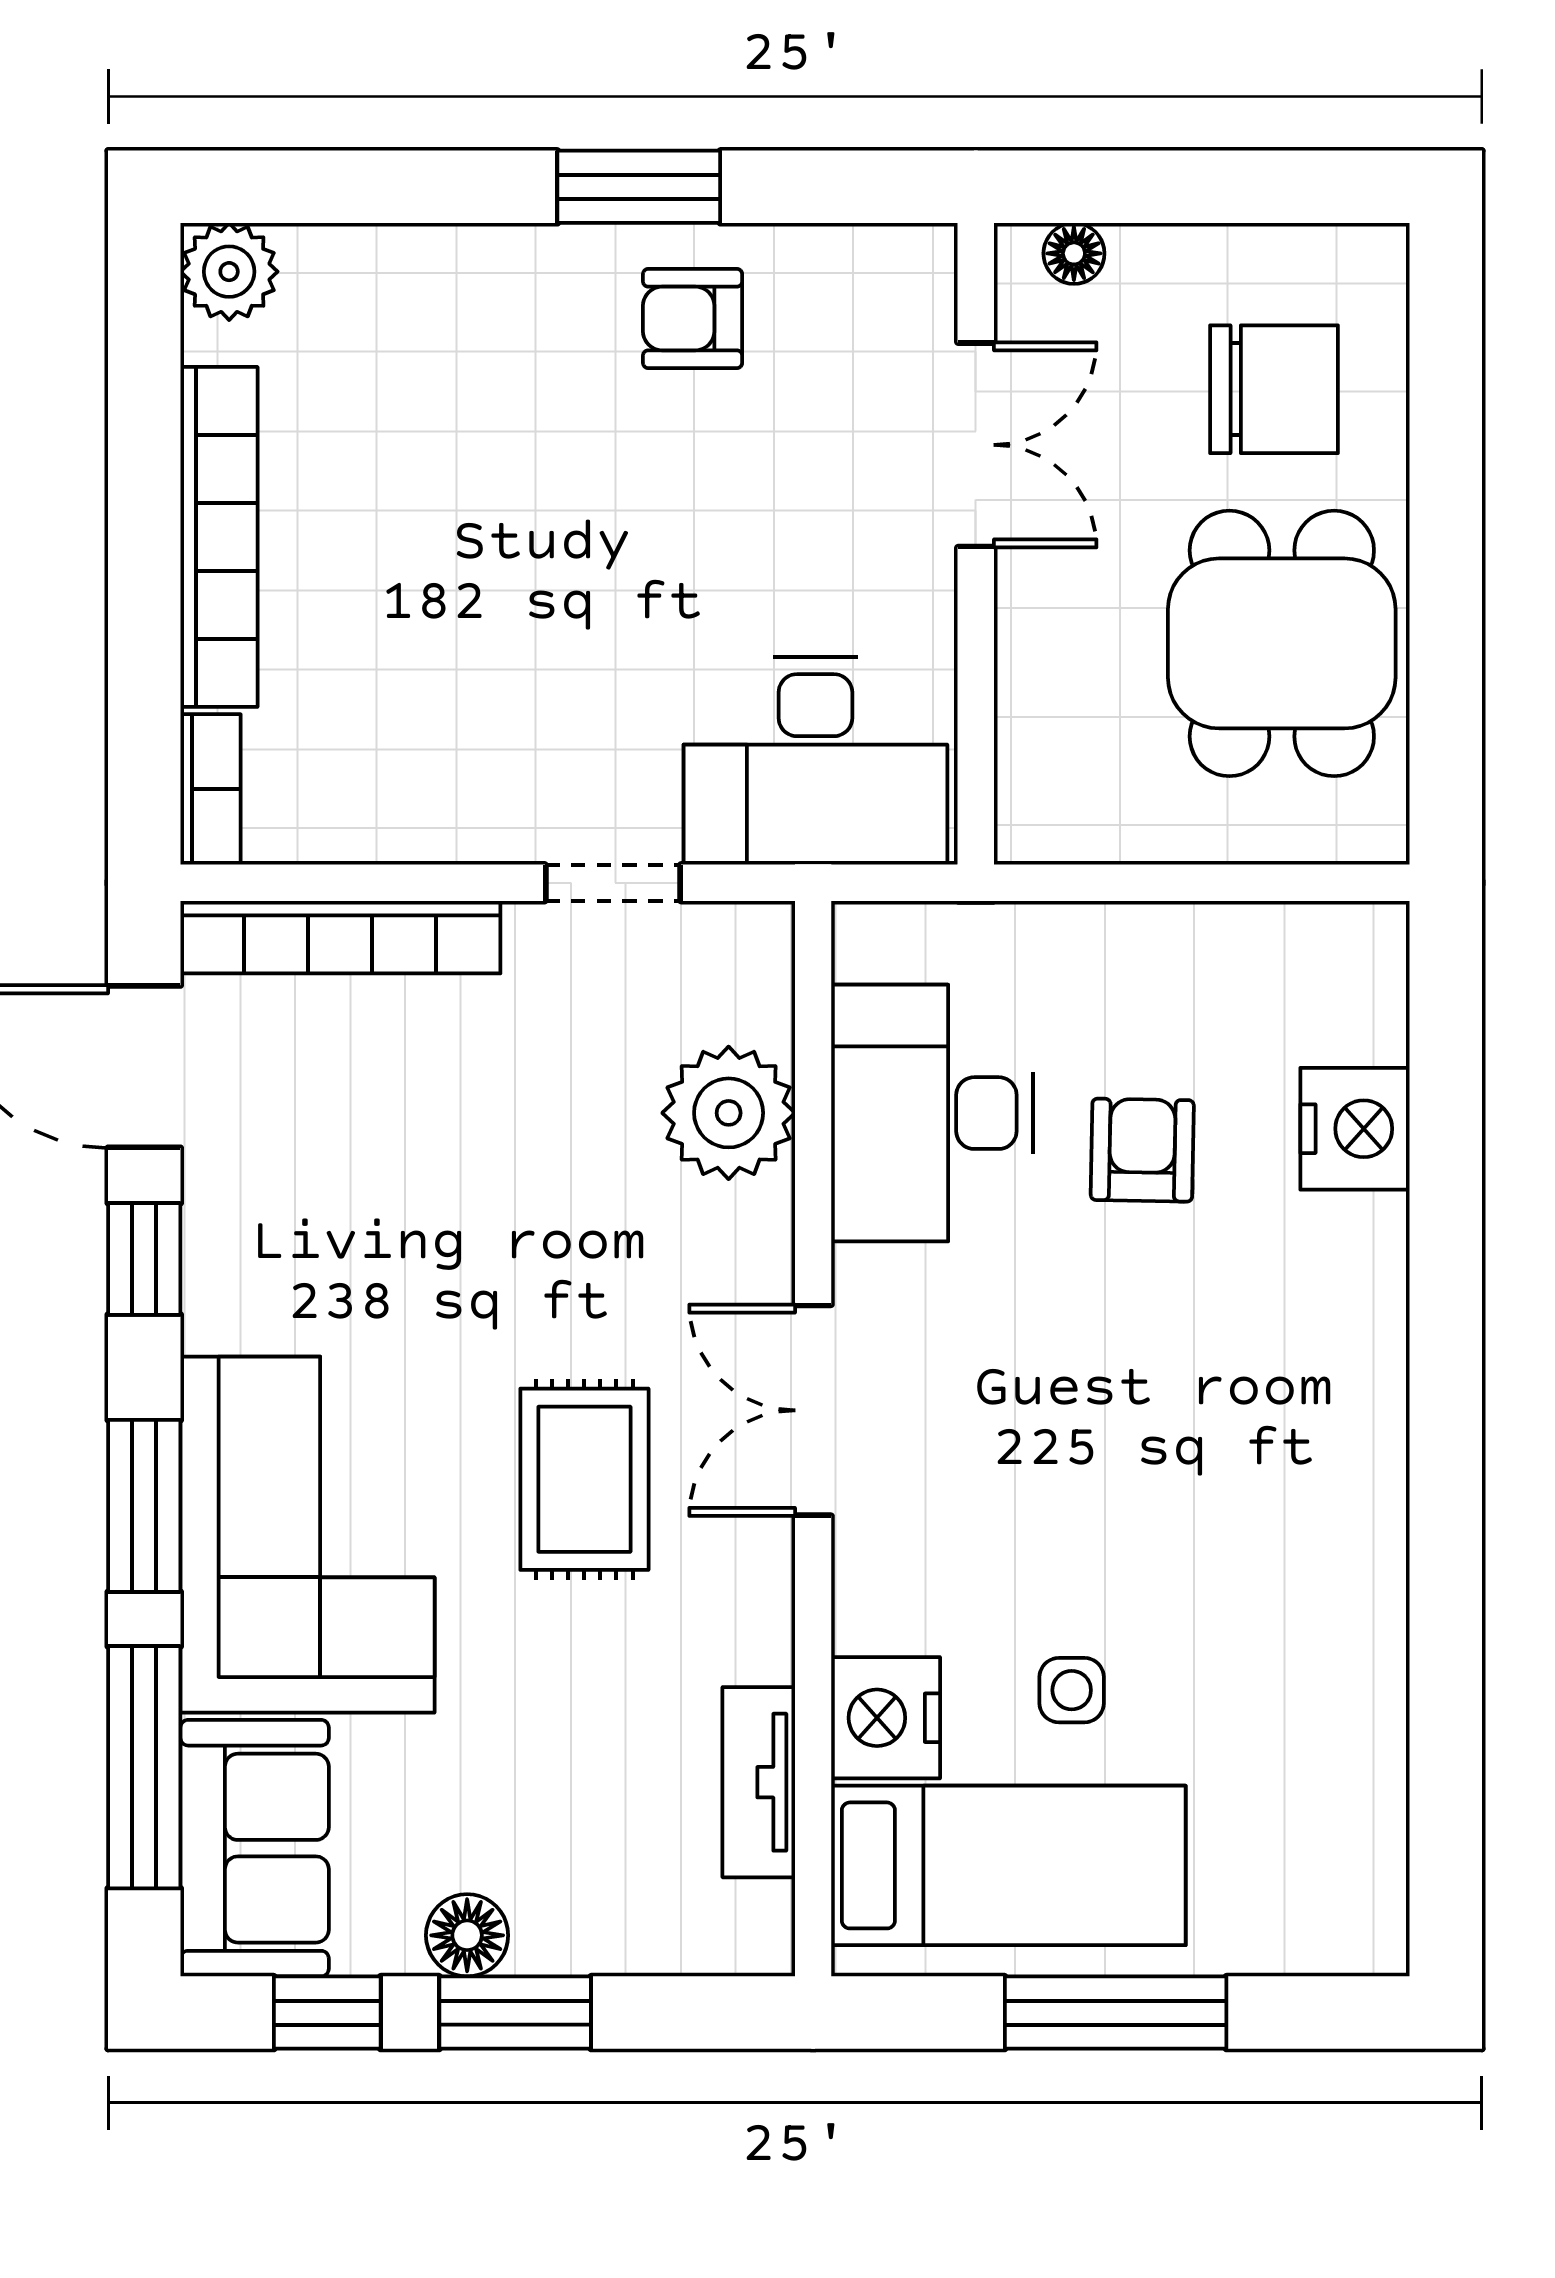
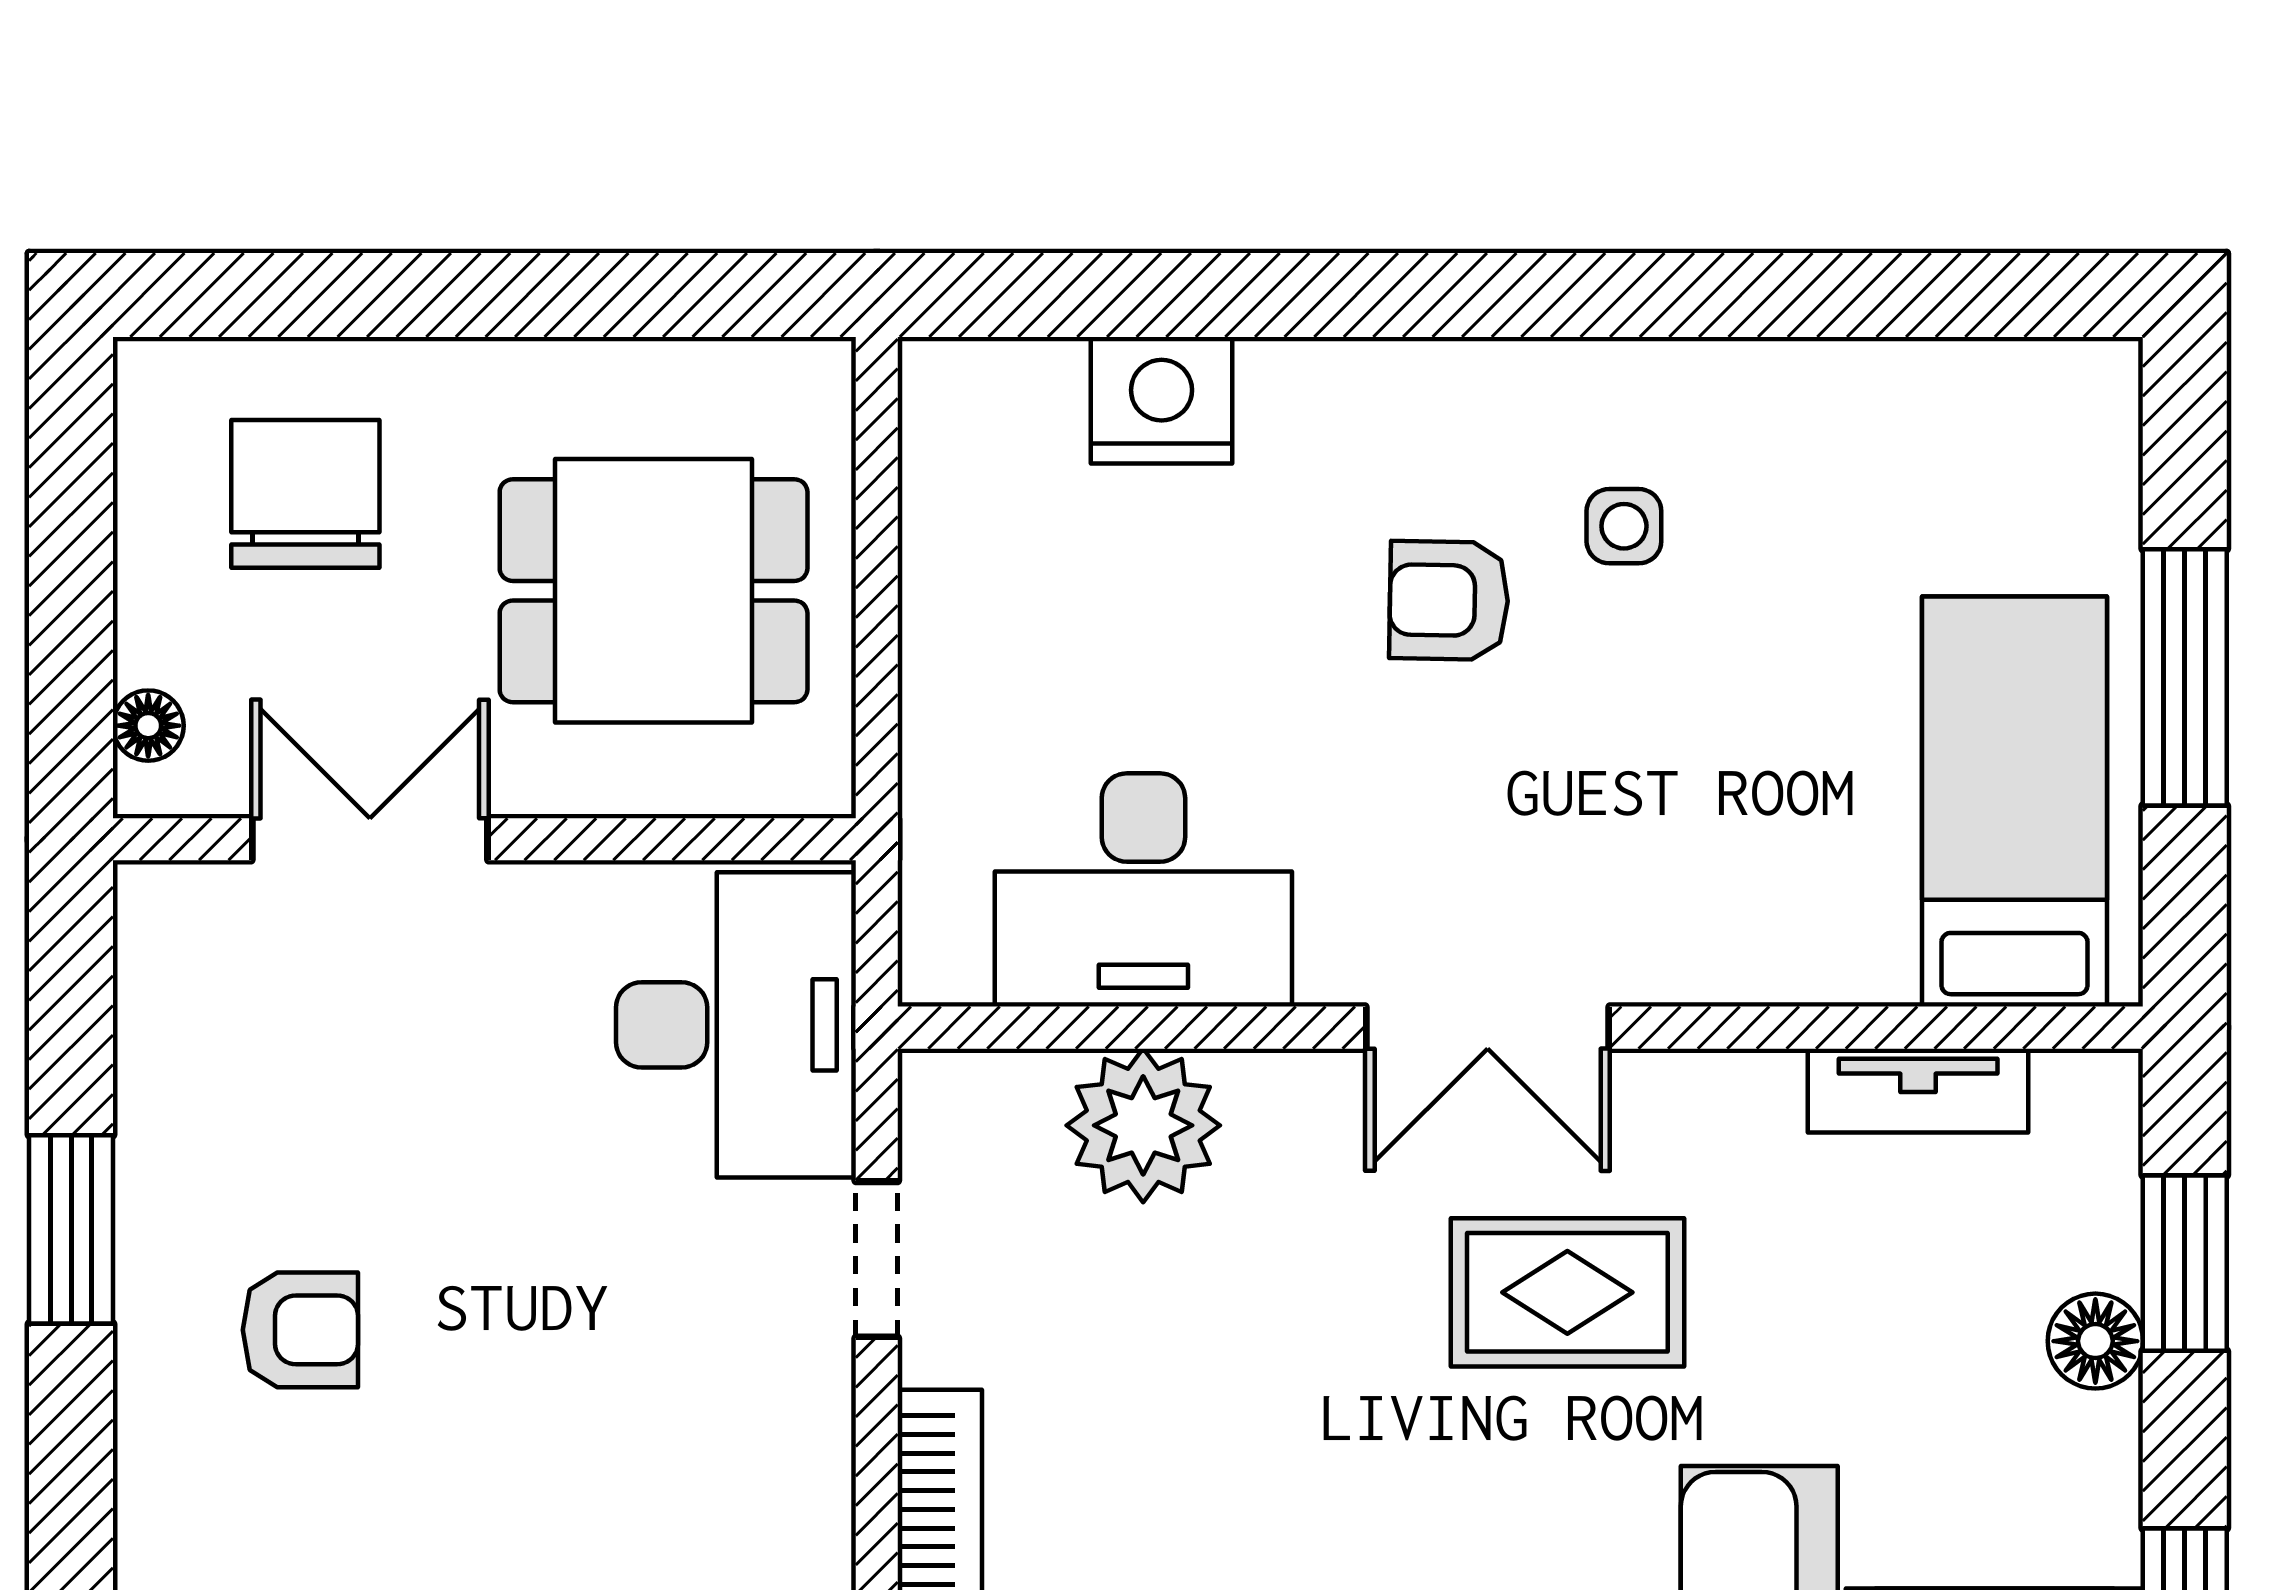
armchair: (693, 319) -> (300, 1330), moved, turned -90
dining table: (1282, 643) -> (654, 591), moved
armchair: (1142, 1150) -> (1449, 600), moved
side table: (1072, 1690) -> (1624, 526), moved
nightstand: (886, 1718) -> (1844, 944), removed
floor lamp: (467, 1935) -> (2095, 1341), moved
window: (515, 2013) -> (2185, 1263), moved

